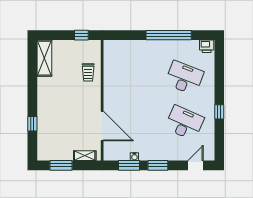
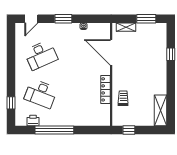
printer: (207, 46) -> (33, 121), moved
locker: (109, 83) -> (105, 89), added
window: (219, 112) -> (11, 103), moved
desk: (184, 123) -> (41, 55), turned -48
window: (129, 165) -> (88, 19), removed

